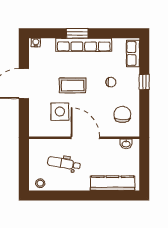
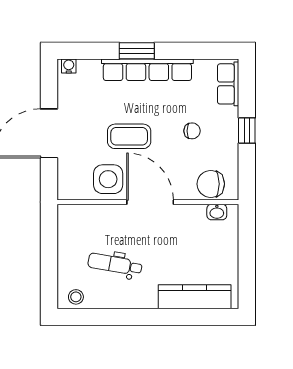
chair: (122, 114) -> (211, 184), turned -90
wall: (84, 138) -> (148, 202), moved
door: (85, 138) -> (150, 202), moved
washbasin: (126, 144) -> (217, 212), moved

